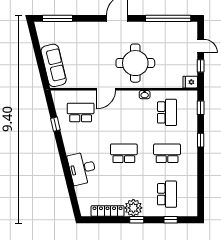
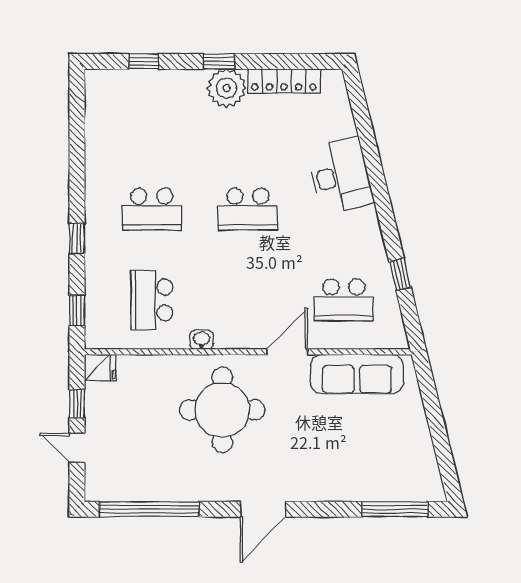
sofa: (54, 65) -> (357, 374), moved, turned -76
school desk: (167, 194) -> (152, 118), removed

